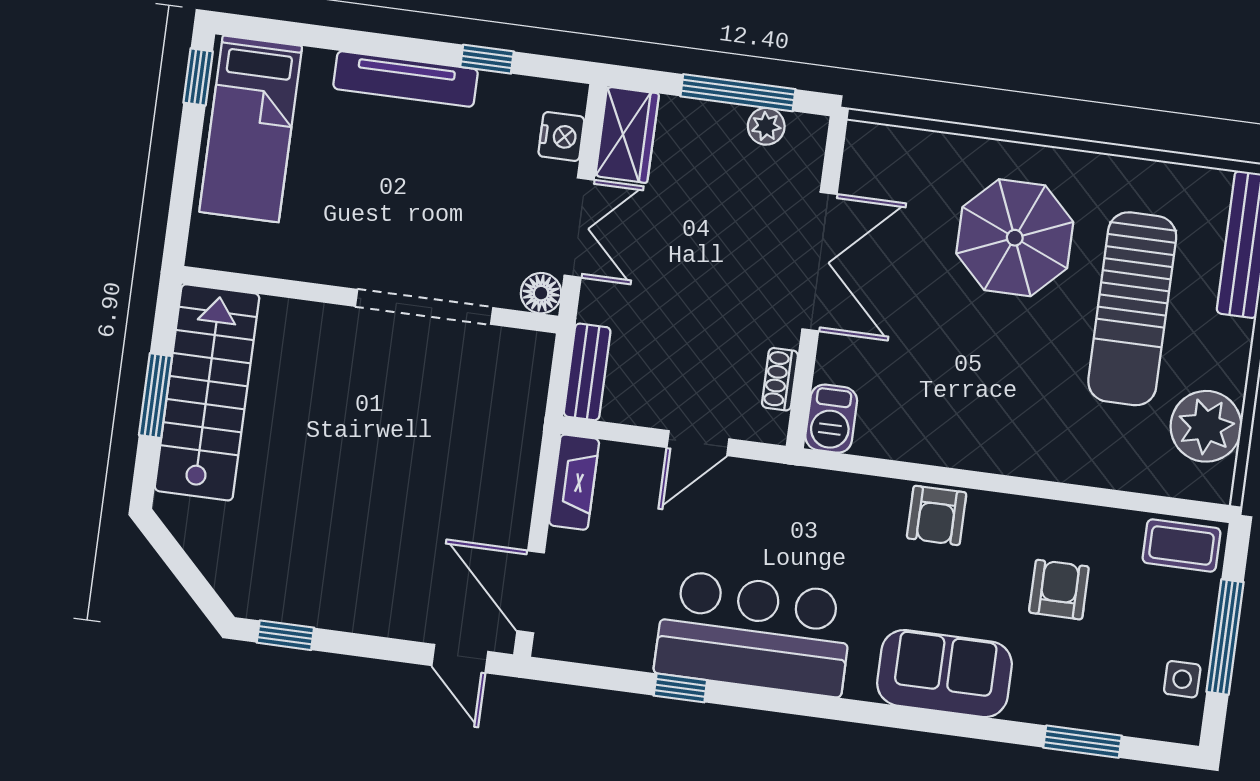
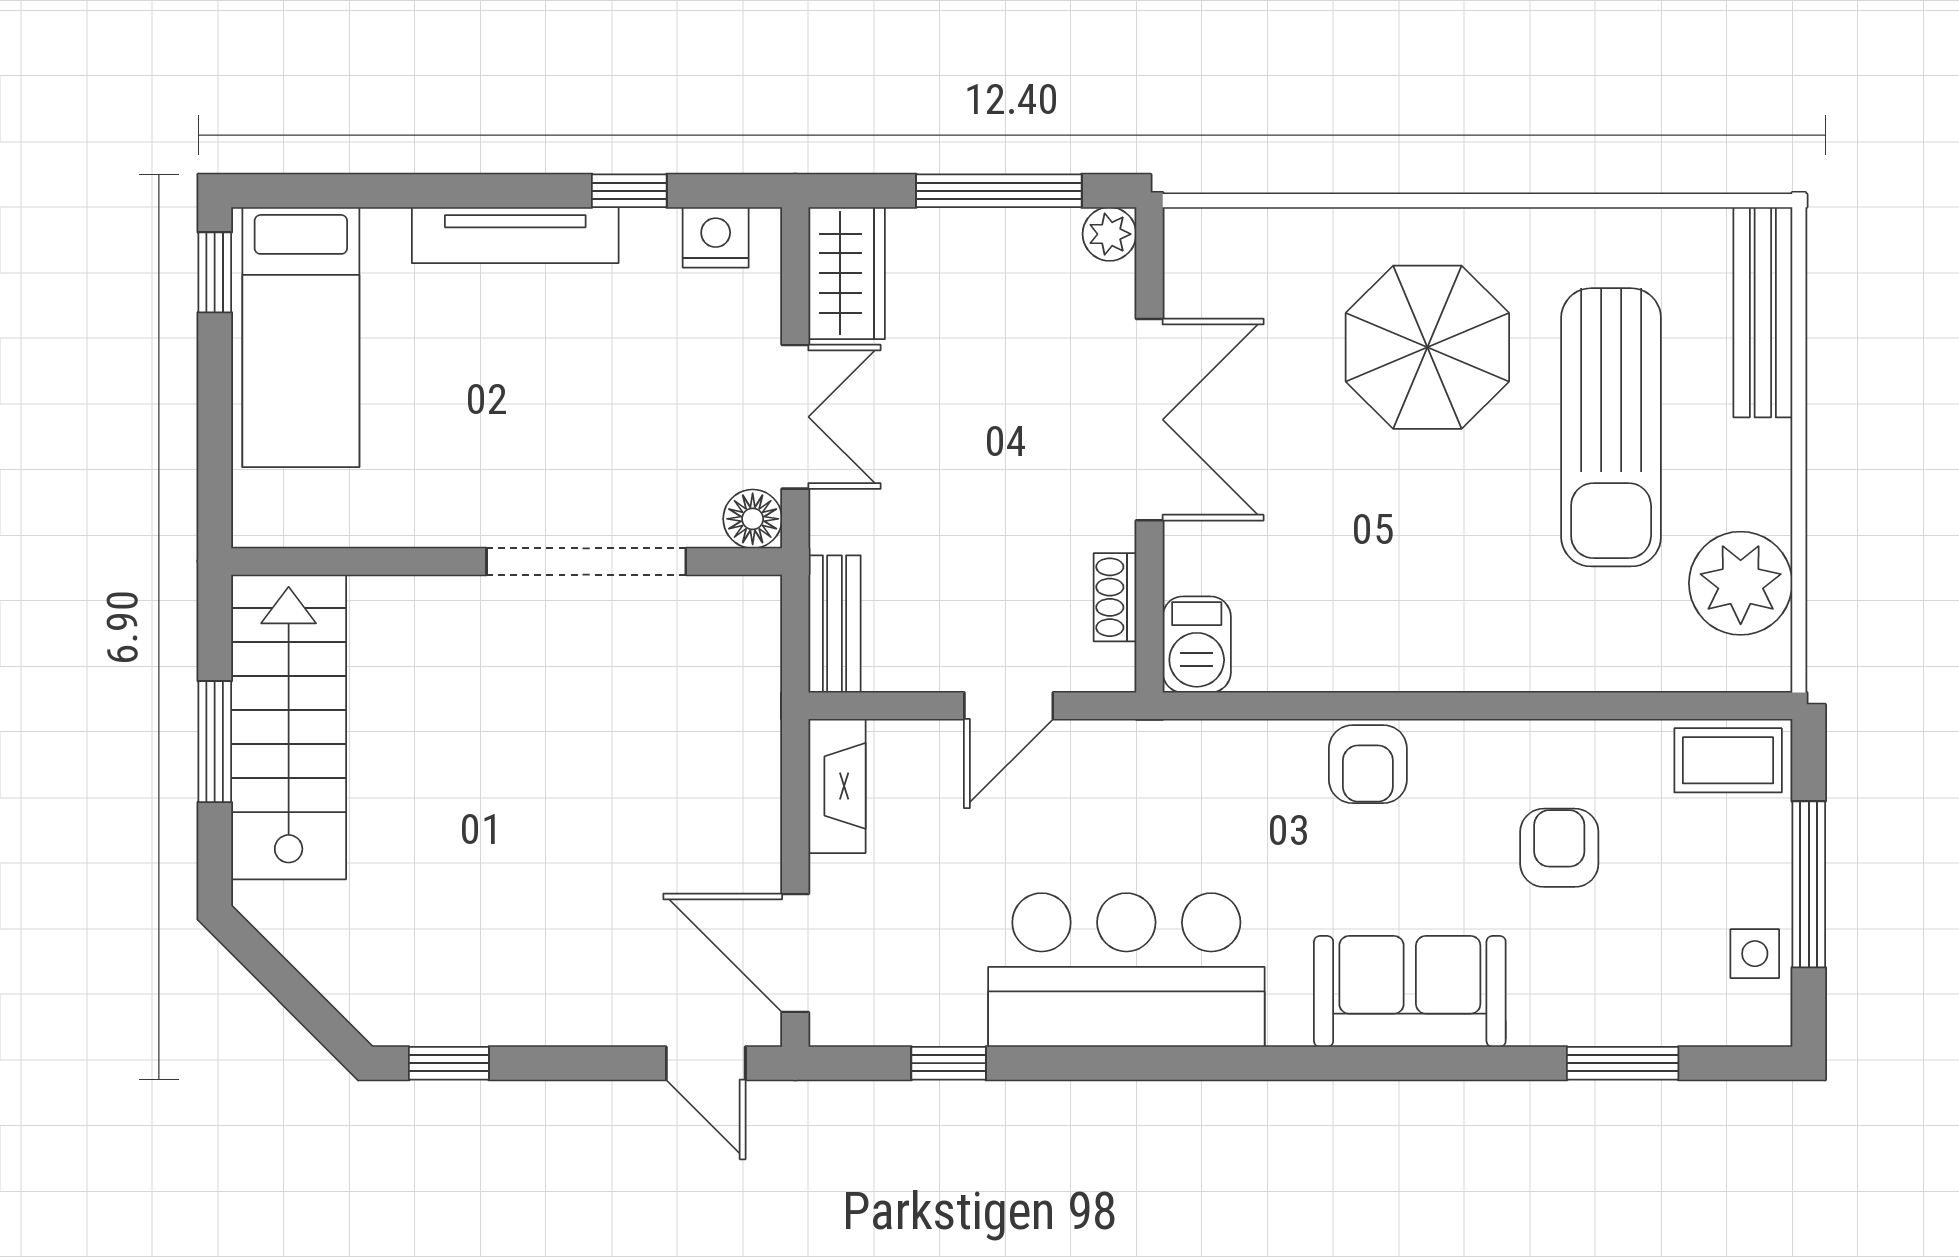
plant: (766, 126) -> (1109, 234), moved
nightstand: (561, 136) -> (716, 237), moved, turned -90
window: (680, 688) -> (949, 1063), moved

